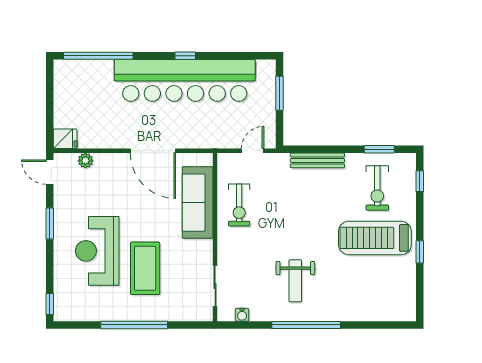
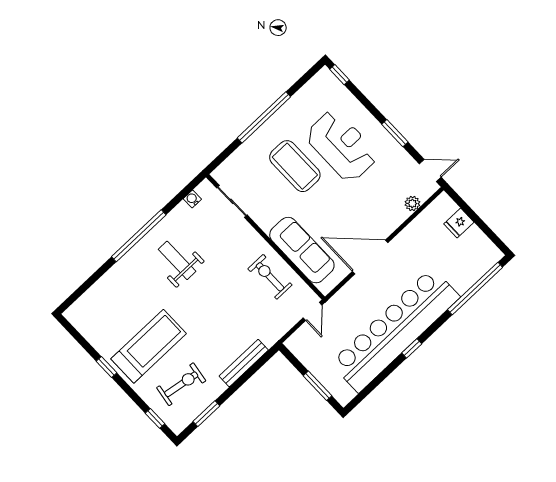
fridge: (65, 139) -> (459, 223), moved
door: (253, 151) -> (312, 311), moved
exercise bike: (377, 188) -> (181, 384), turned 99

